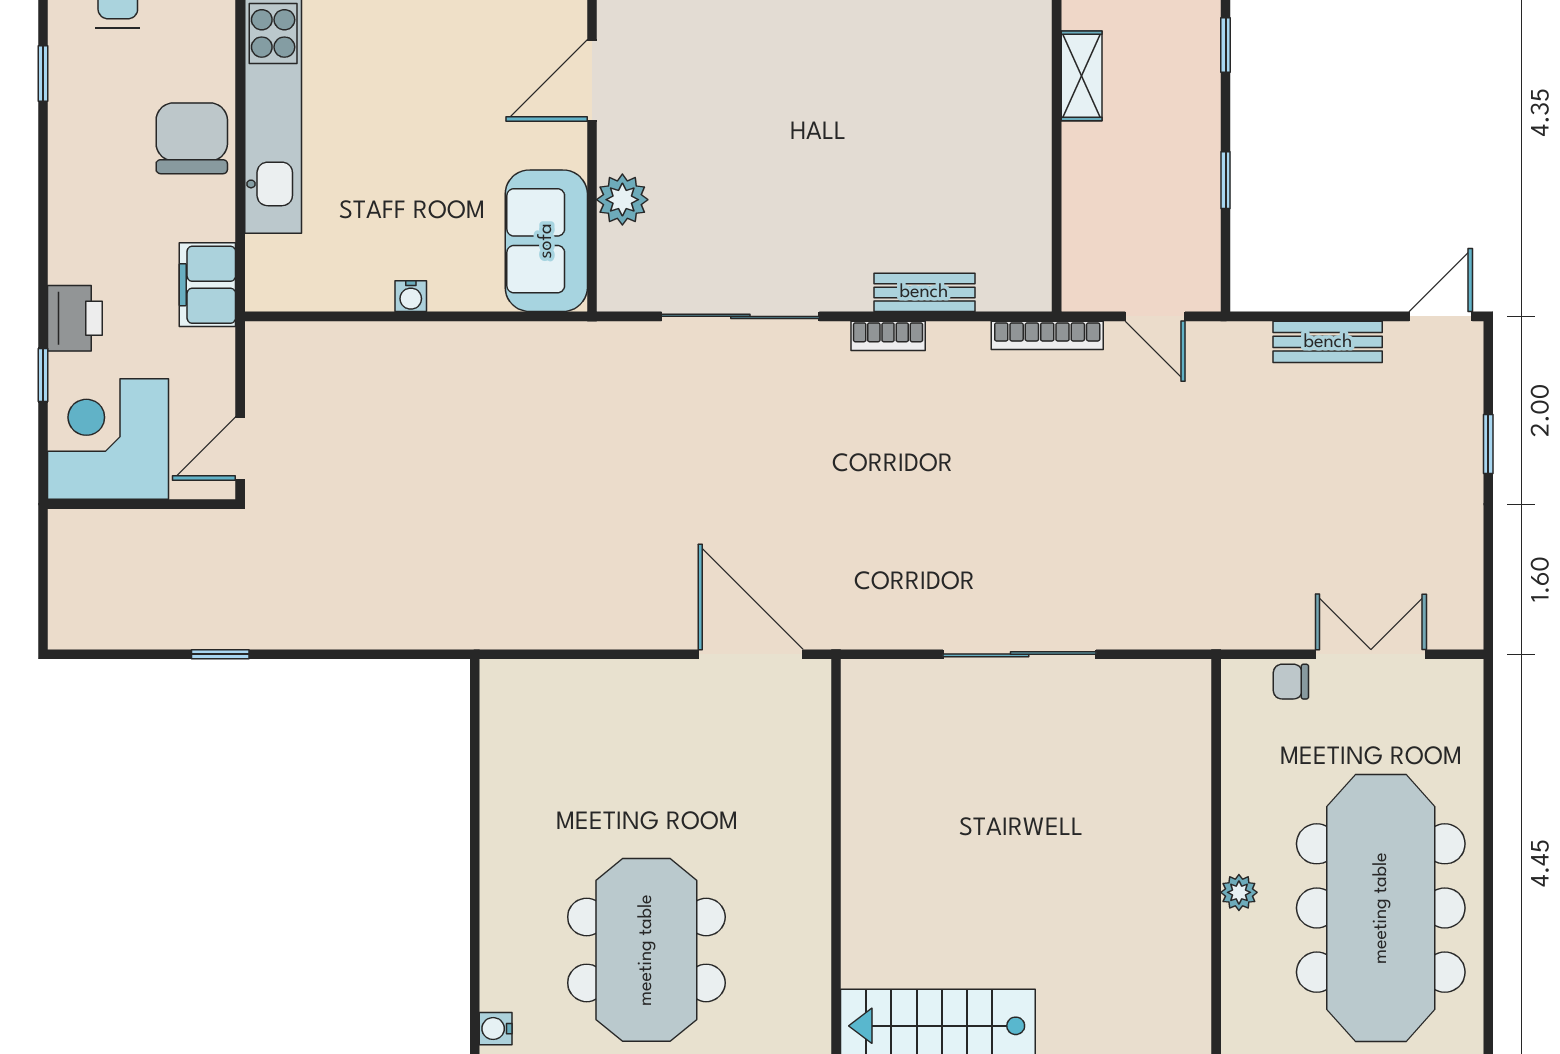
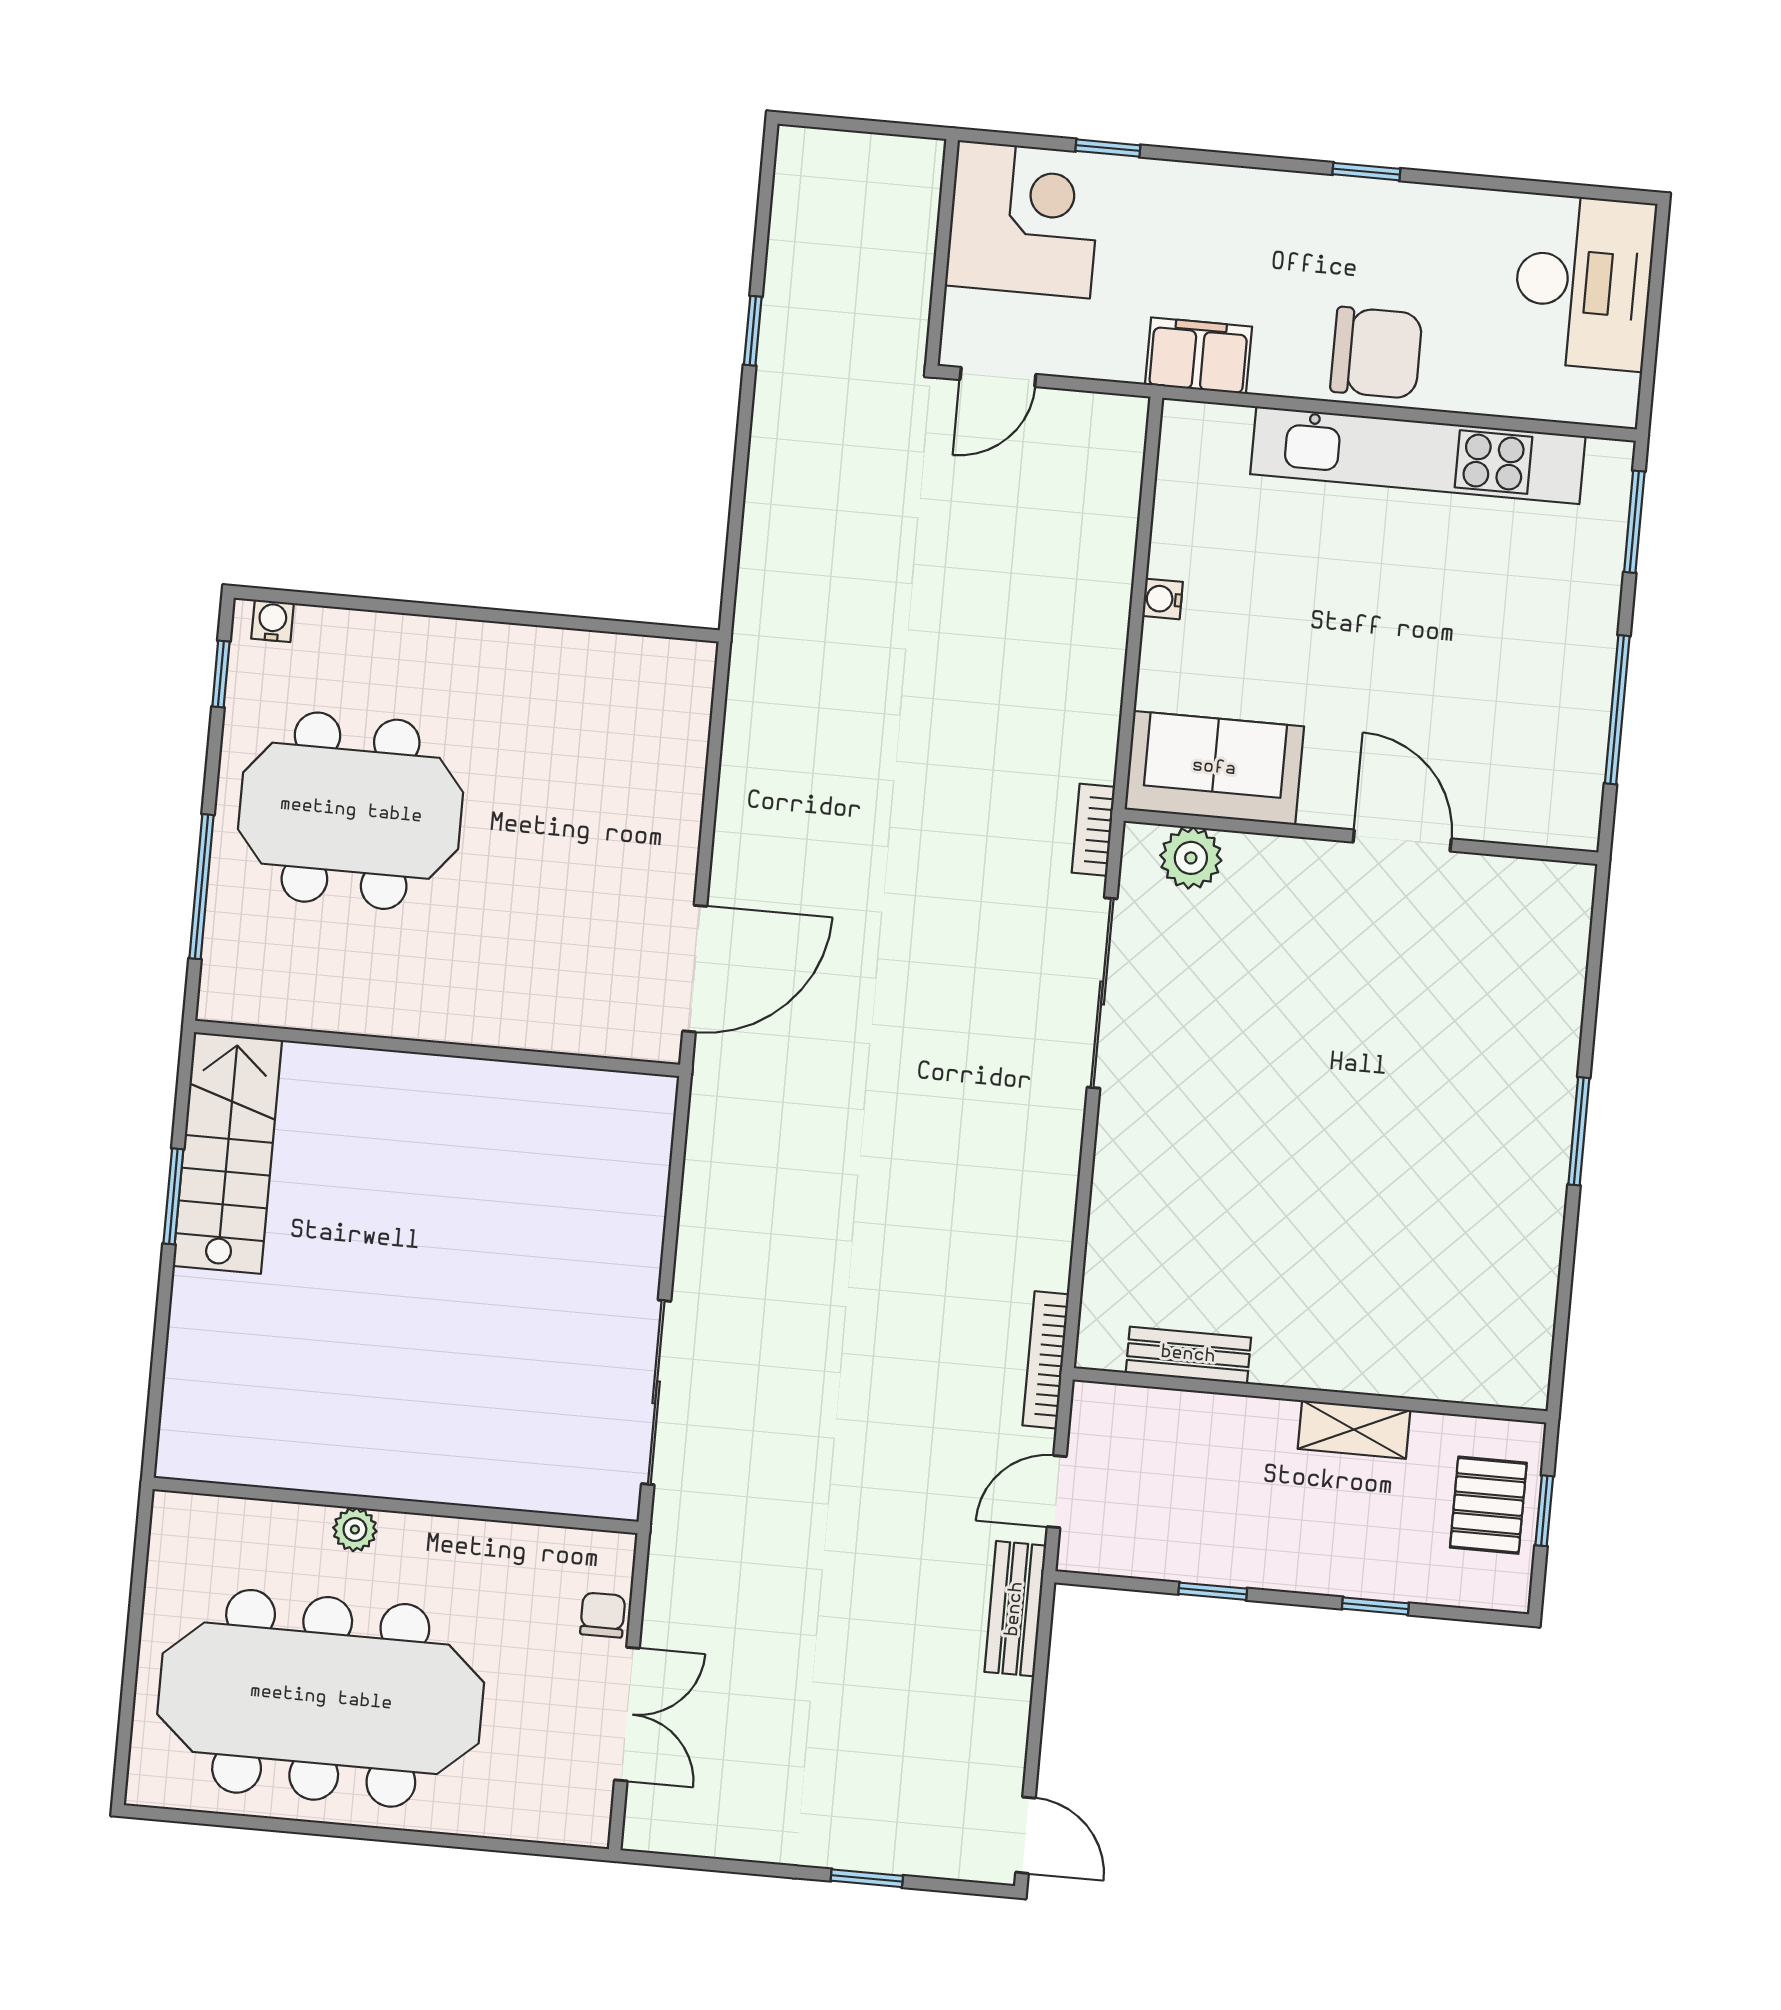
window: (43, 74) -> (1366, 172), moved
plant: (622, 200) -> (1191, 858), moved
bench: (924, 292) -> (1188, 1355), moved, turned 90
printer: (75, 318) -> (1173, 193), removed
bookcase: (888, 336) -> (1093, 830), moved
bench: (1328, 342) -> (1015, 1609), moved
door: (240, 449) -> (998, 377), swing flipped
sliding door: (1020, 654) -> (656, 1392), moved

